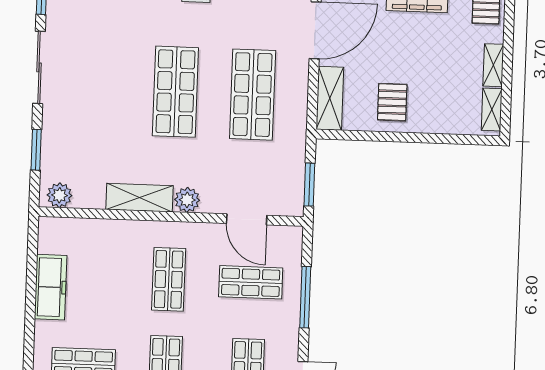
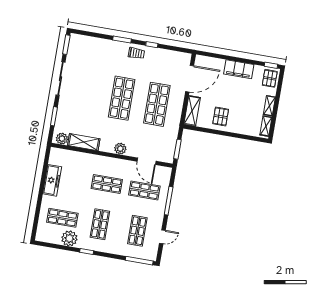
shelving: (139, 198) -> (84, 142), moved
shop shelf: (169, 279) -> (107, 184), turned 90

